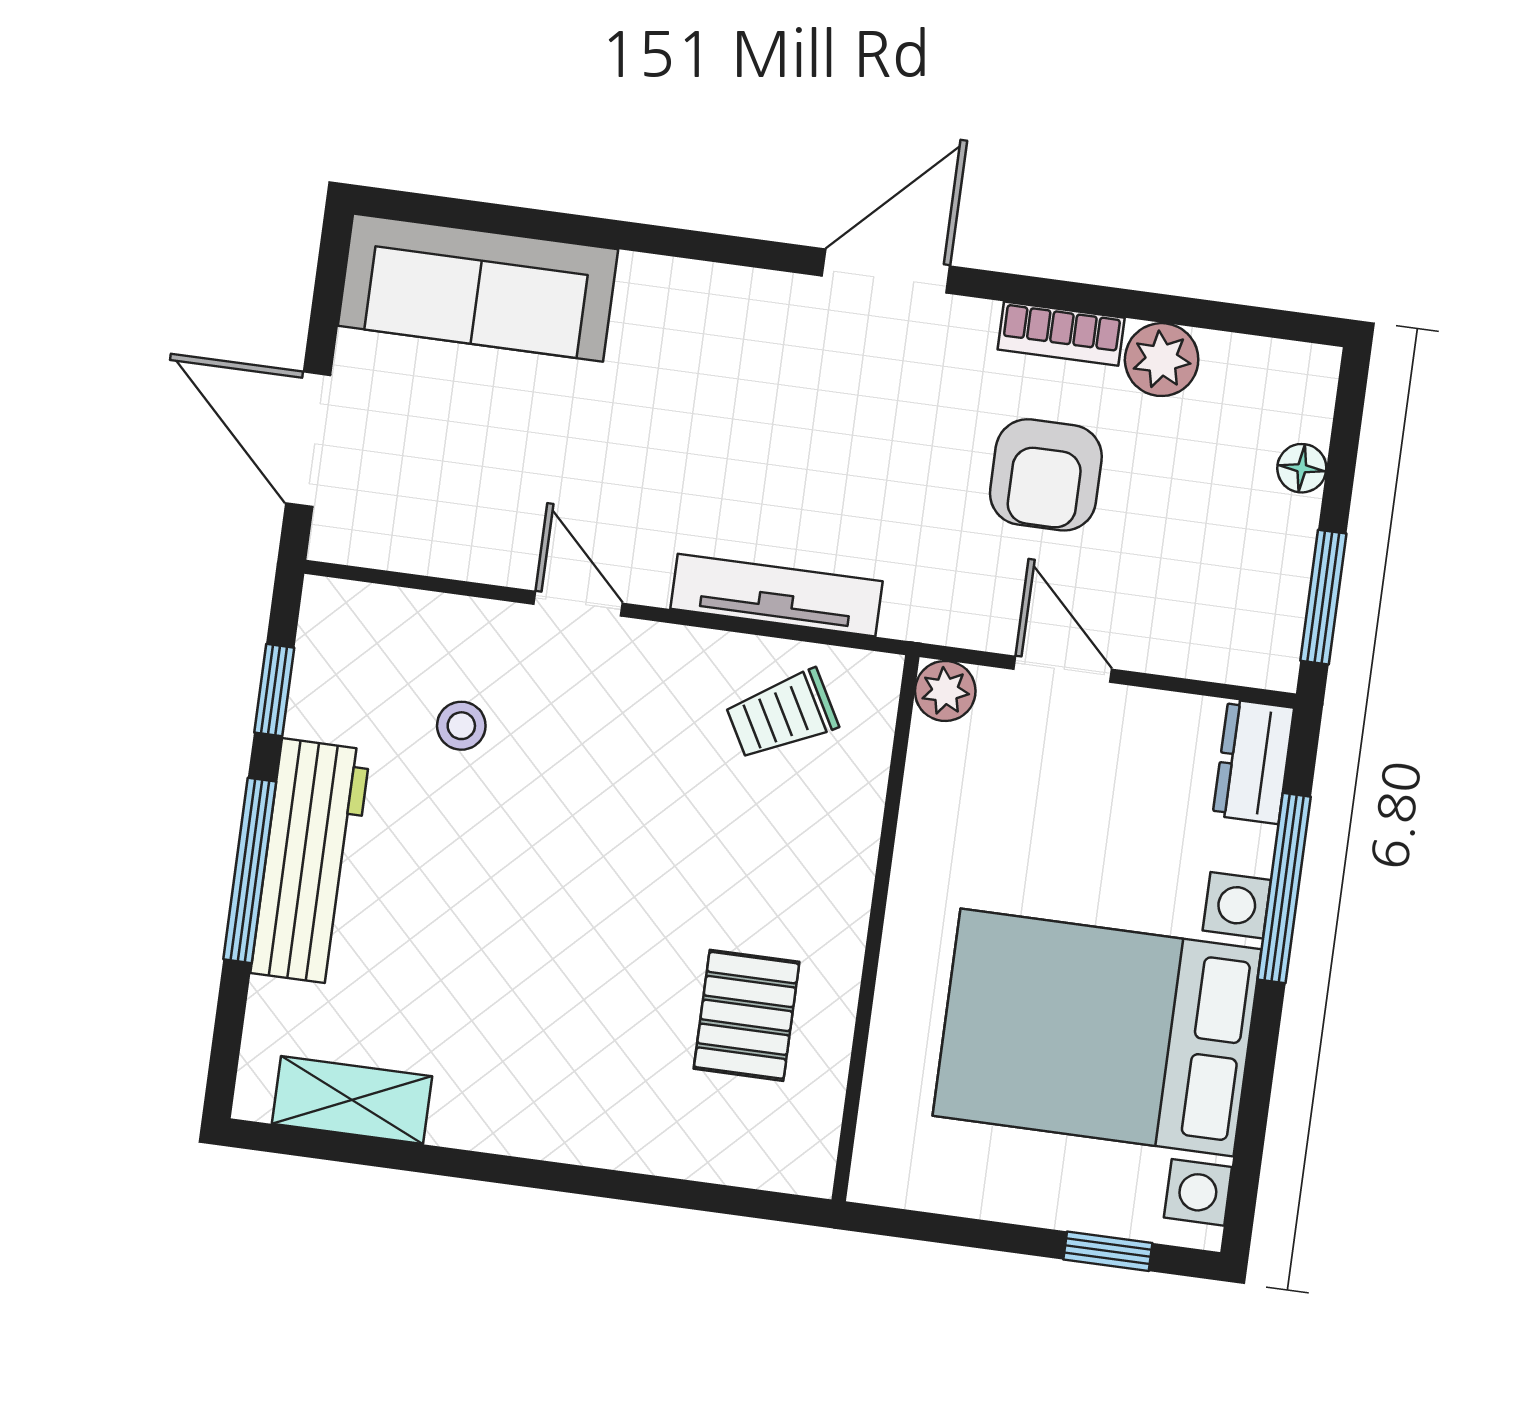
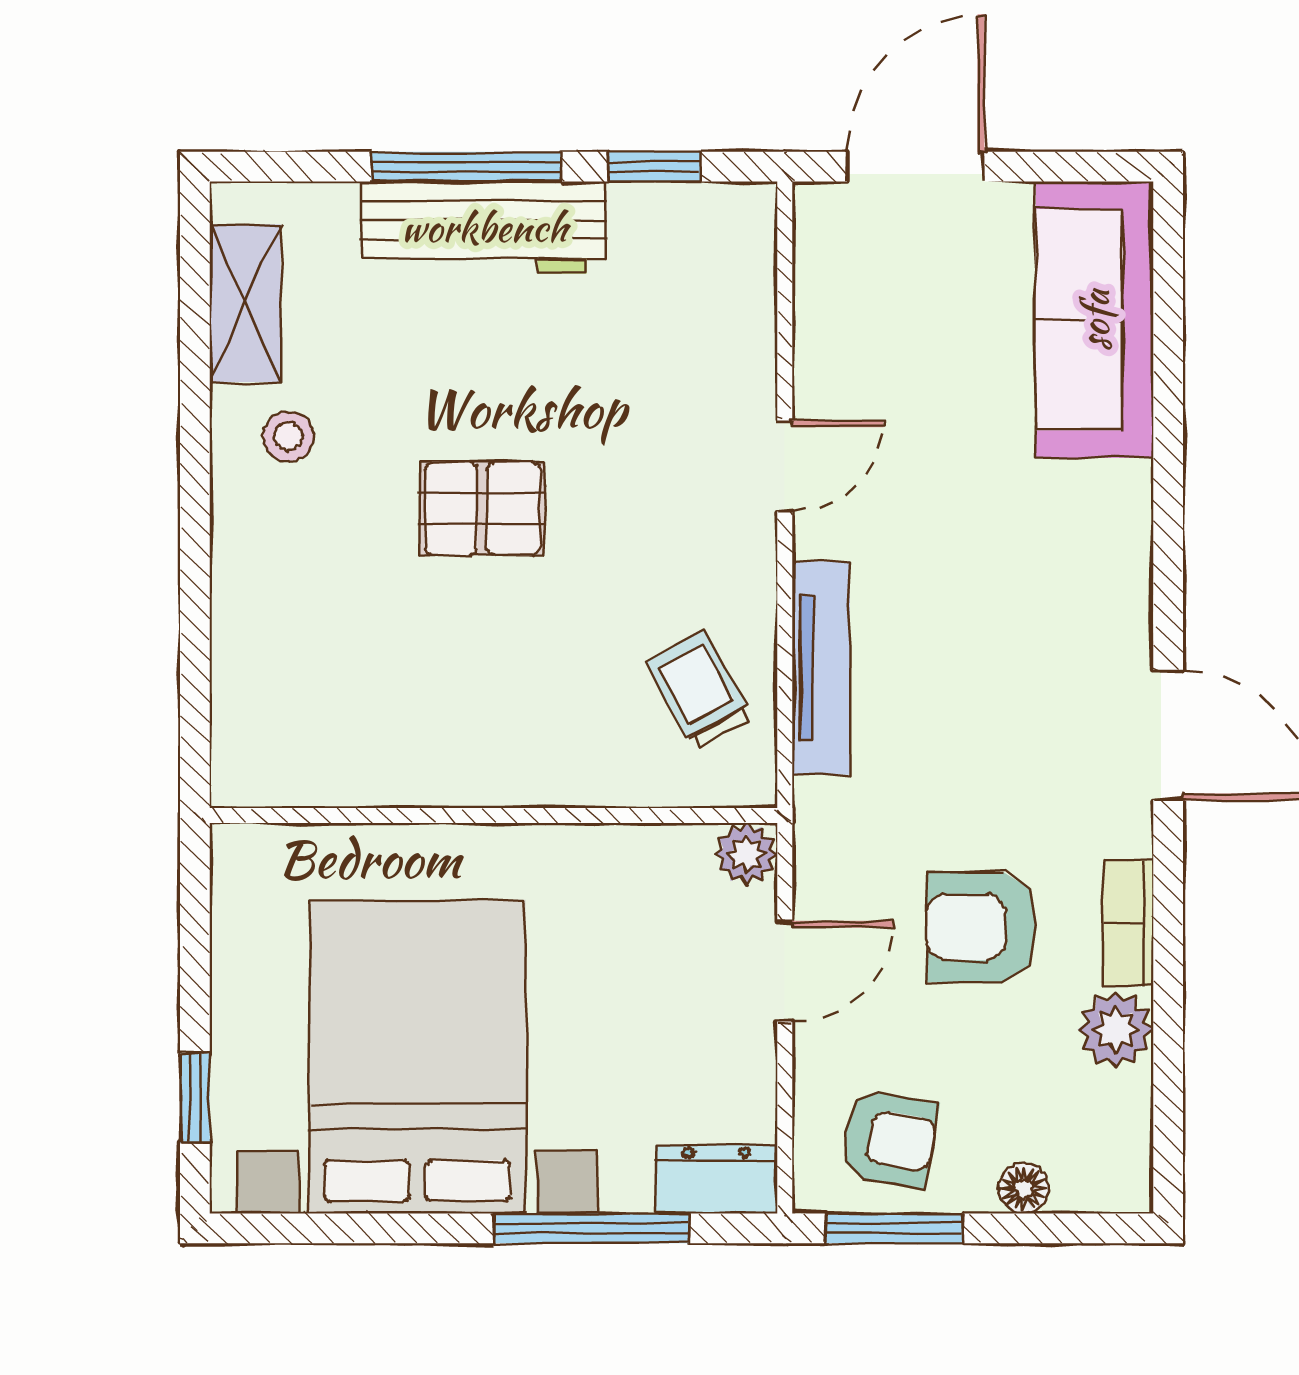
armchair: (1237, 591) -> (889, 1139), added
stool: (461, 726) -> (288, 437), moved
pallet: (747, 1015) -> (482, 508), moved

